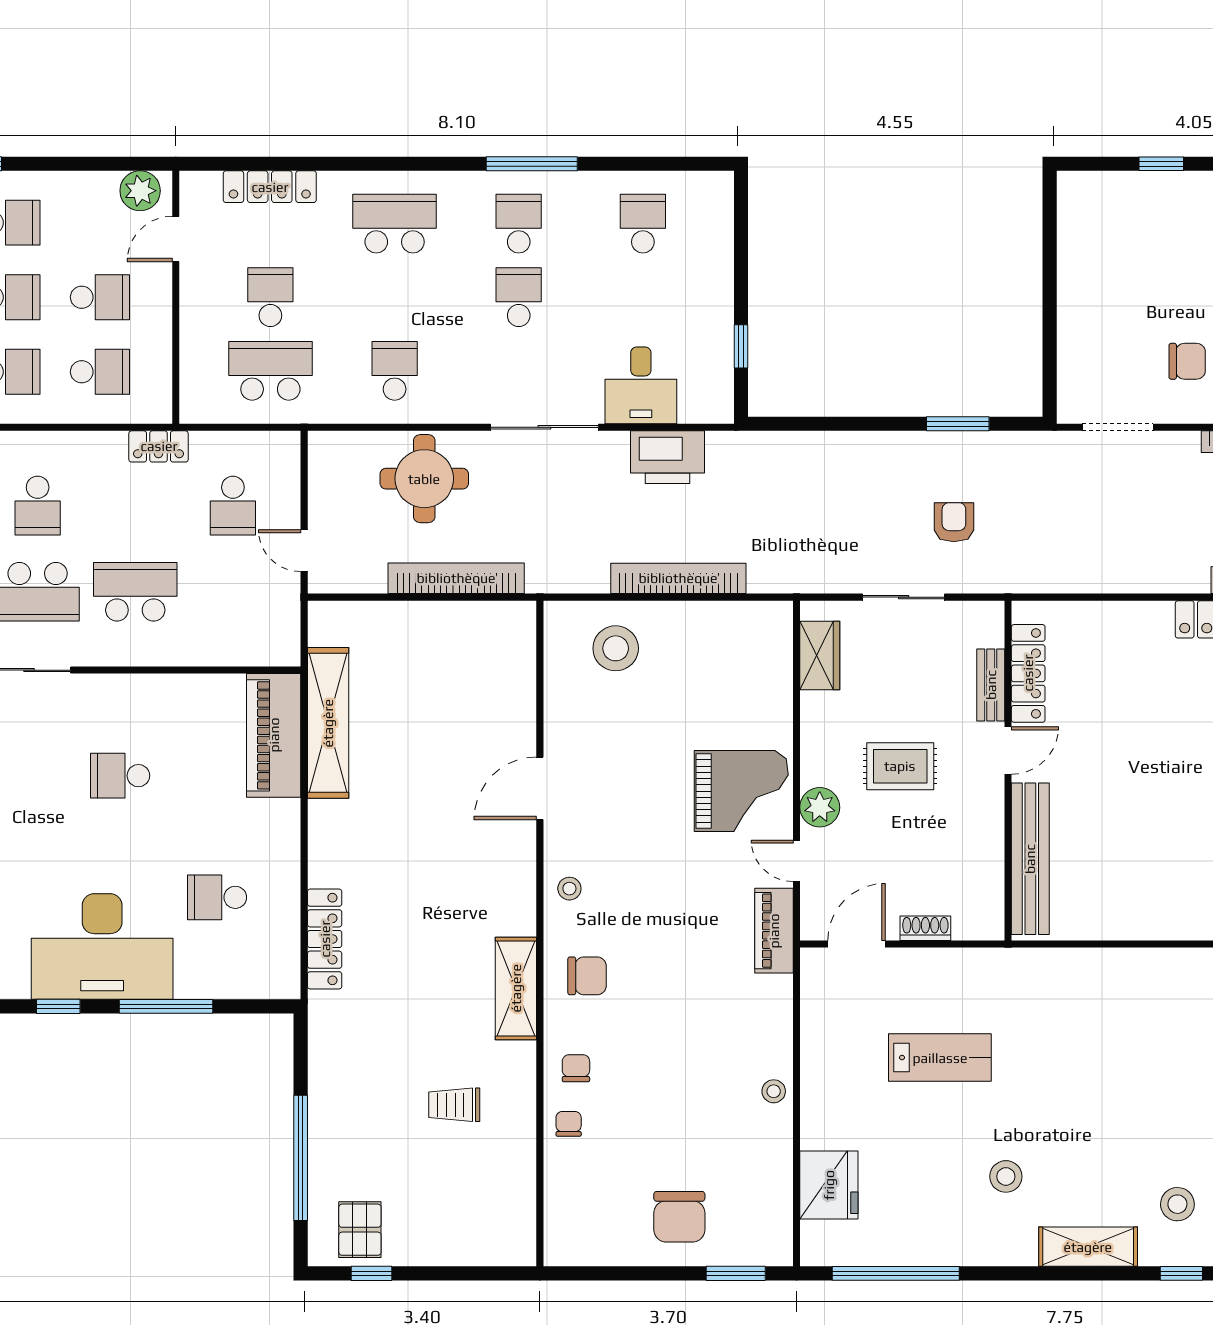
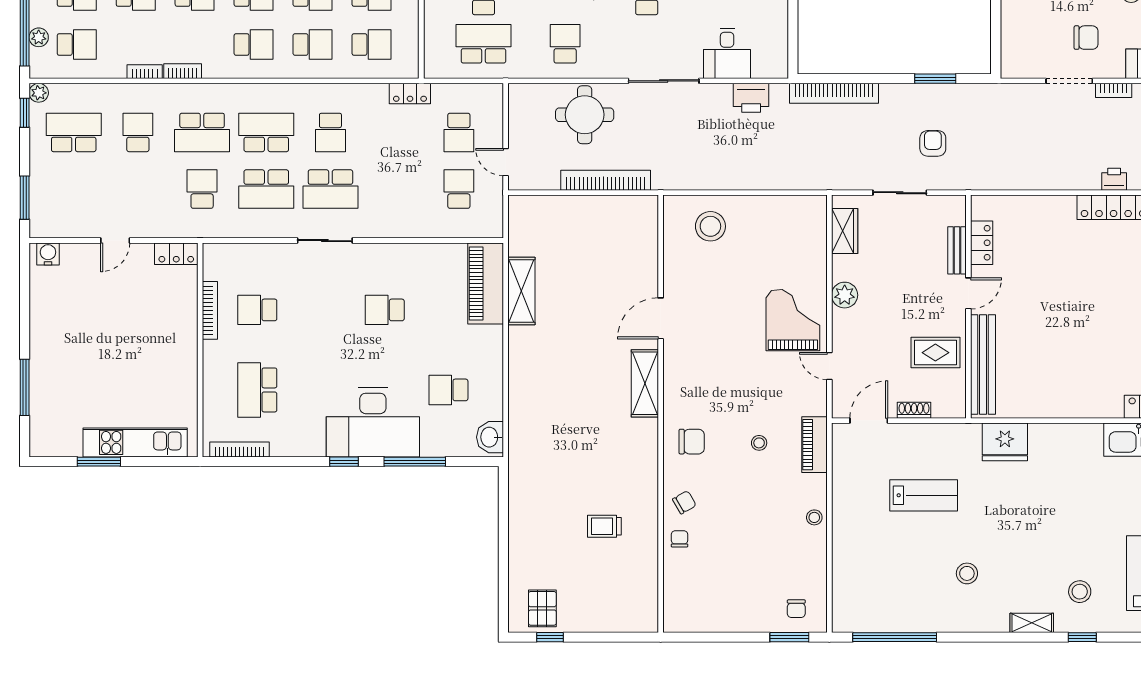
window: (741, 346) -> (793, 28), removed
doorway: (1118, 427) -> (1069, 81), moved
printer: (667, 457) -> (751, 98), width x0.73, depth x0.84
bookcase: (678, 578) -> (834, 93), moved, turned 180
school desk: (135, 592) -> (459, 189), moved, width x0.54
locker: (1028, 673) -> (982, 243), width x0.66
shelving: (328, 723) -> (521, 291), width x0.68
rug: (900, 766) -> (935, 353), moved
grand piano: (741, 791) -> (793, 320), turned -90
plant: (820, 807) -> (845, 295), moved
stool: (569, 889) -> (759, 443), moved
piano: (774, 931) -> (814, 445), moved
locker: (325, 939) -> (519, 417), removed
washbasin: (280, 969) -> (490, 437), added
shelving: (516, 988) -> (645, 383), moved
chair: (576, 1068) -> (684, 502), turned 60
window: (301, 1158) -> (503, 561), removed
fridge: (829, 1185) -> (1005, 442), moved, turned 90
chair: (679, 1217) -> (796, 609), moved, width x0.54, depth x0.54
shelving: (1088, 1247) -> (1032, 623), width x0.67, depth x0.75

